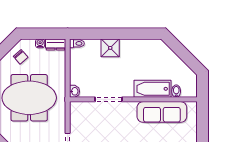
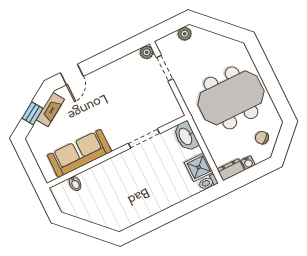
shower: (110, 48) -> (199, 167), moved
bathtub: (153, 89) -> (102, 173), removed
washbasin: (74, 91) -> (186, 136), width x1.91, depth x1.45

